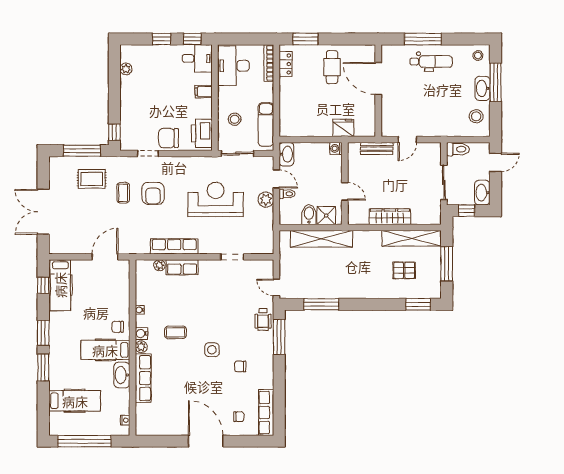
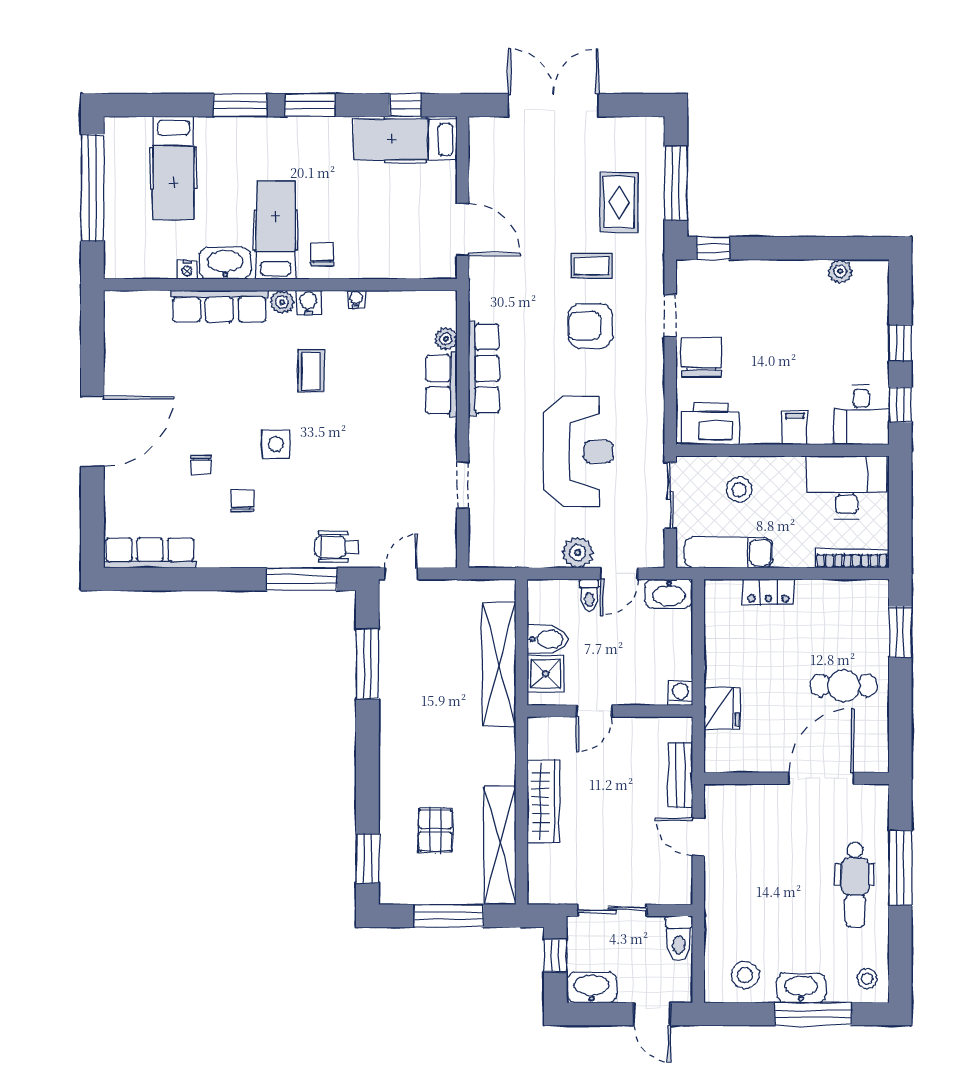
locker: (286, 64) -> (768, 592), moved
chair: (239, 417) -> (201, 465), moved
nightstand: (125, 420) -> (187, 270), moved

